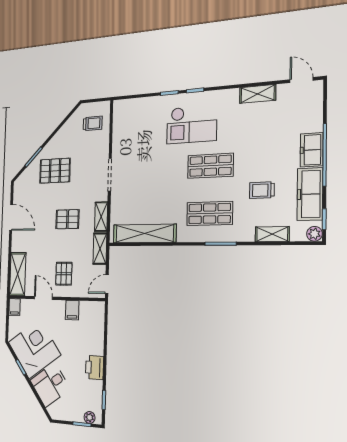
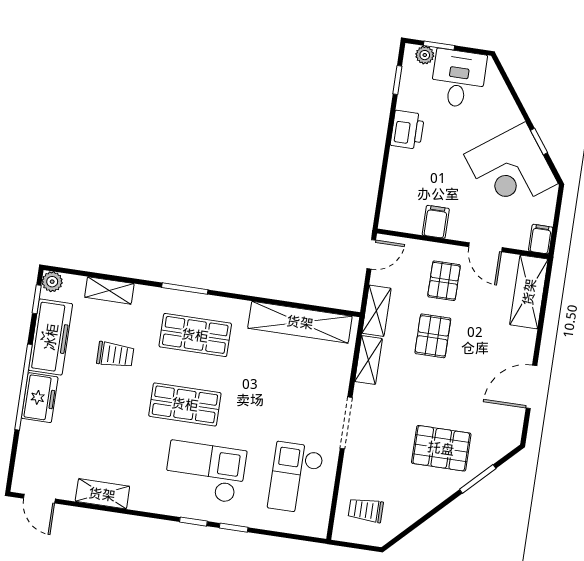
checkout: (135, 134) -> (296, 478), added
door: (11, 217) -> (531, 387), hinge flipped
pallet: (67, 219) -> (433, 336), moved, turned 90
desk: (50, 385) -> (458, 79), moved, turned -54

